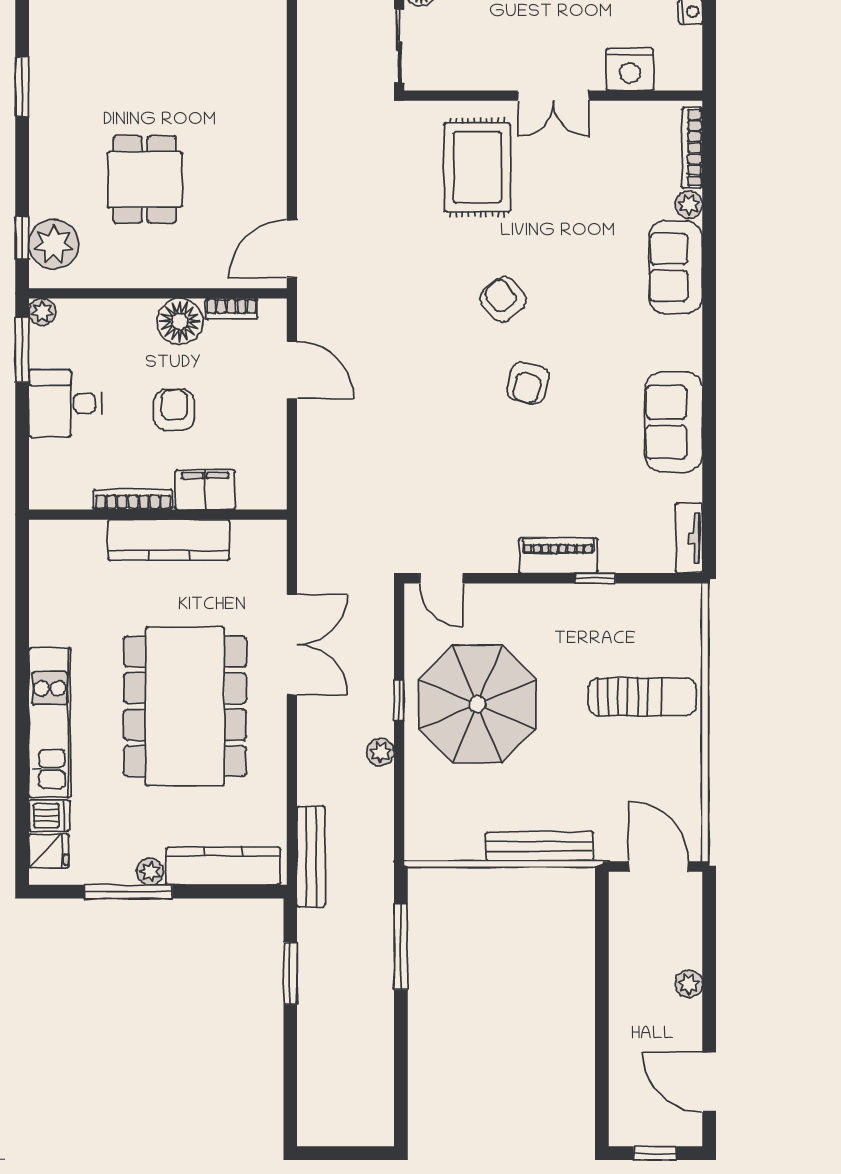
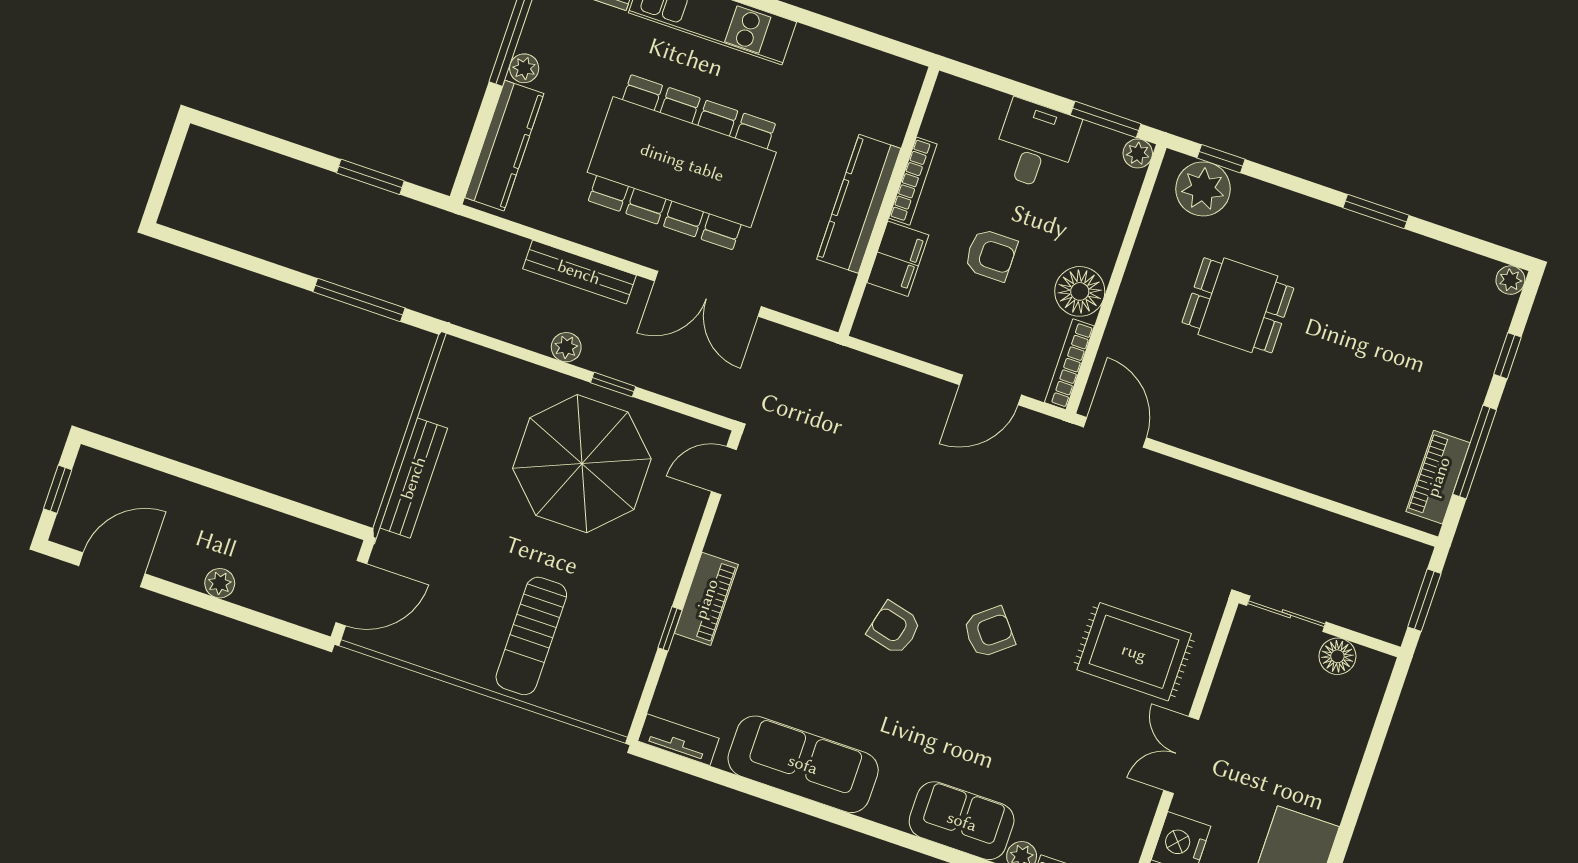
bookcase: (231, 309) -> (1069, 364), width x1.56
sofa: (674, 422) -> (803, 764), width x1.36
bench: (311, 857) -> (579, 272), moved

